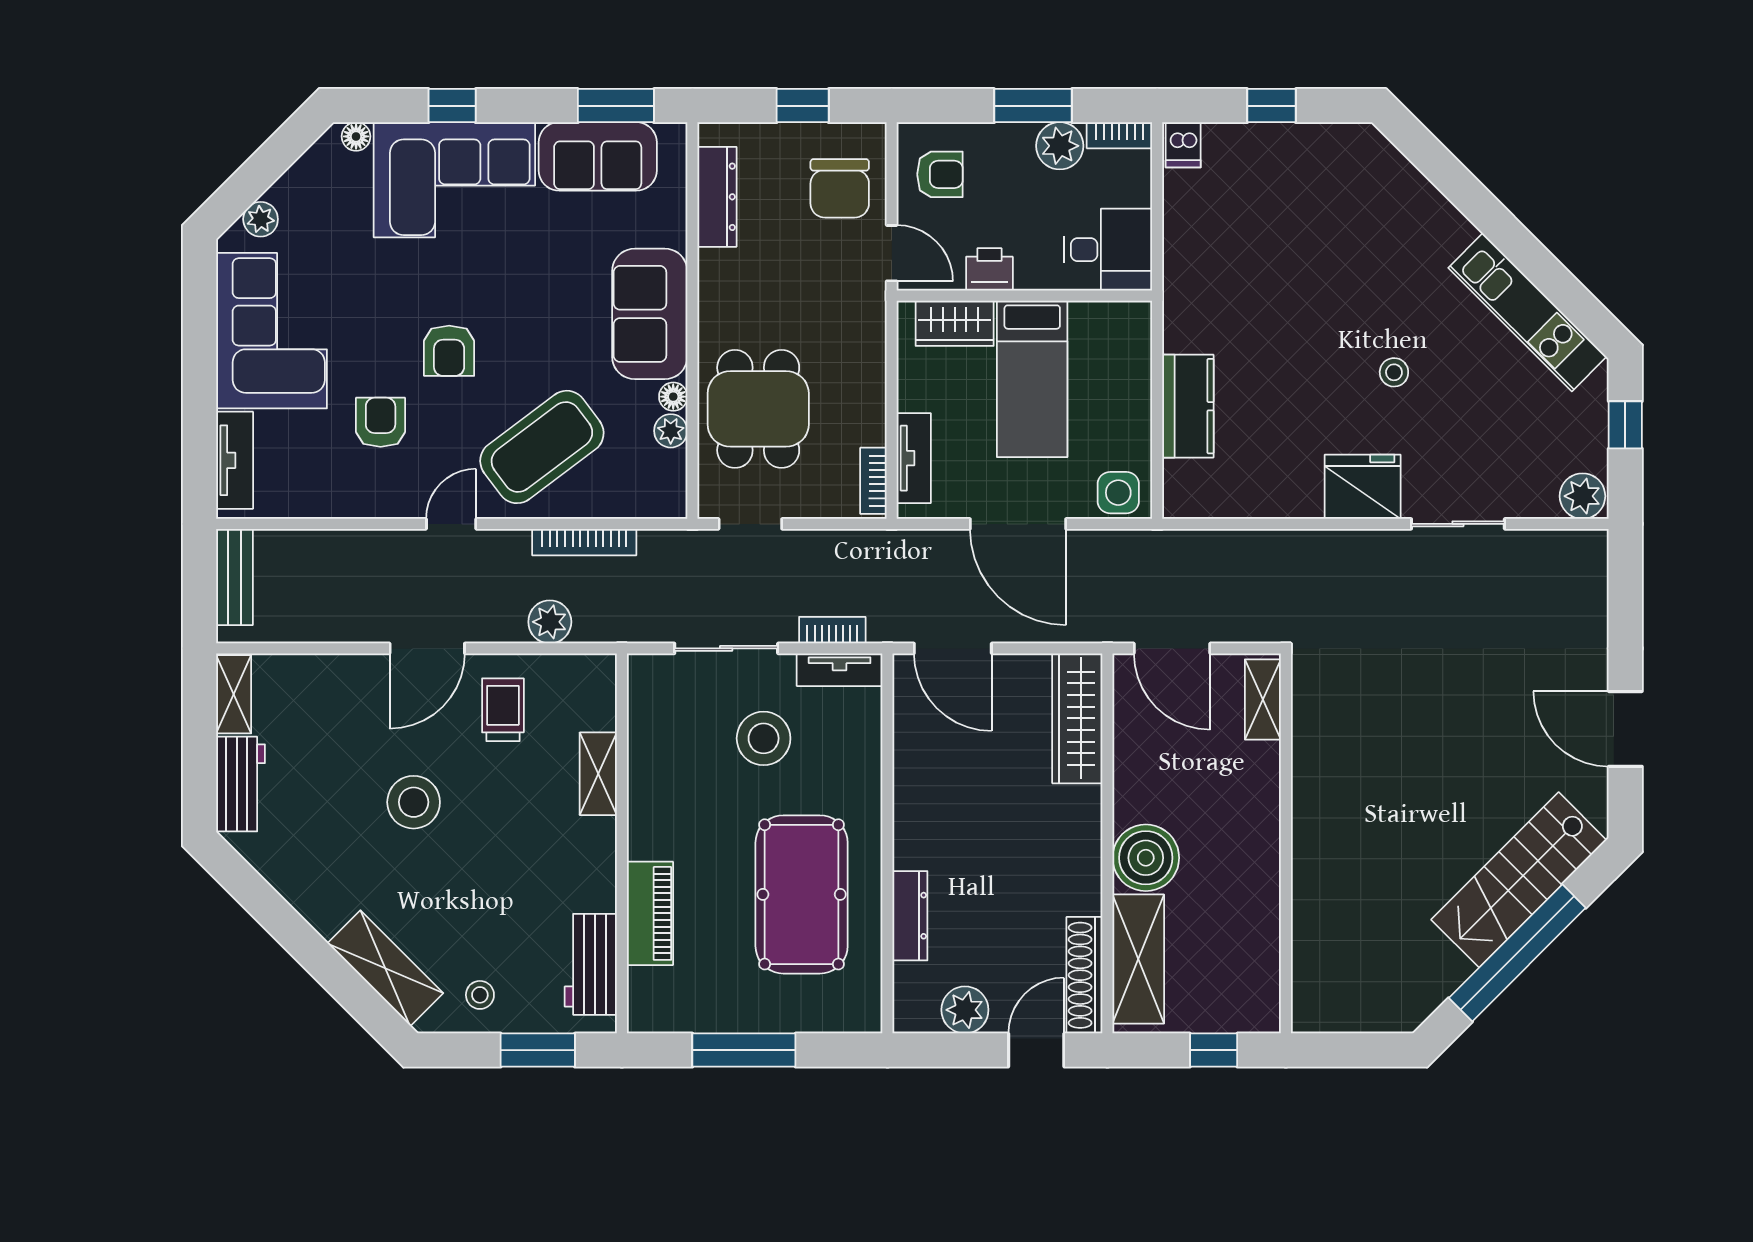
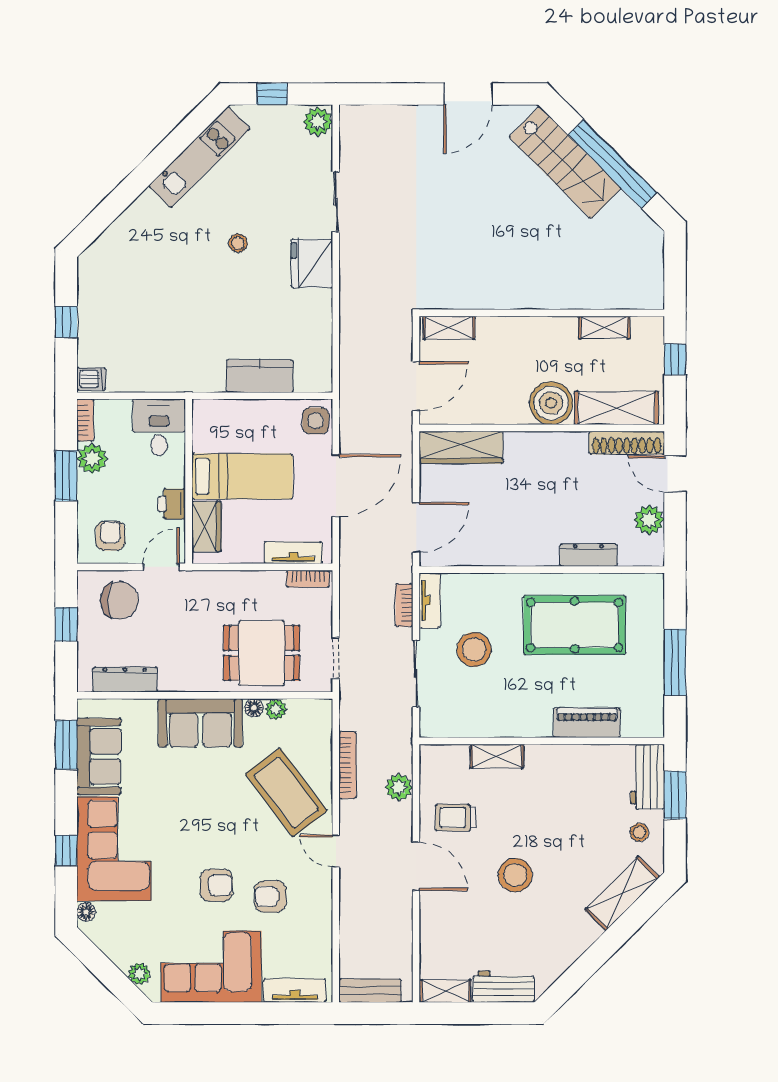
armchair: (449, 351) -> (216, 885), moved
shelving: (1263, 940) -> (604, 328), added
workbench: (591, 964) -> (647, 777), moved, turned 90

